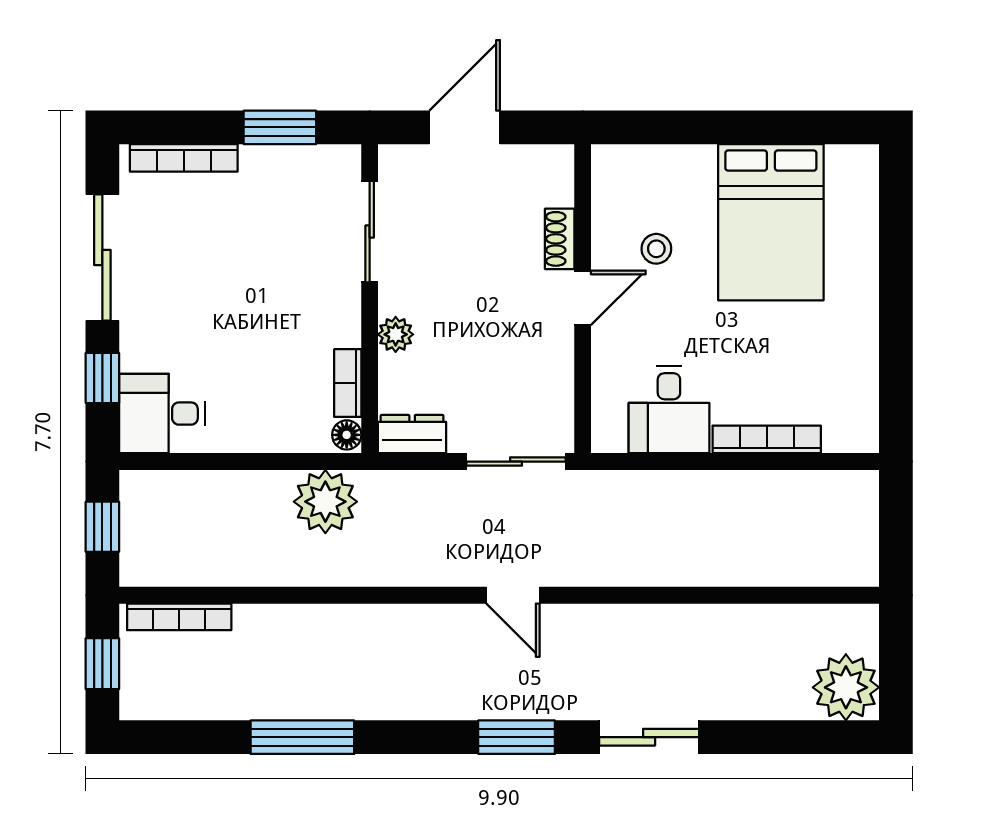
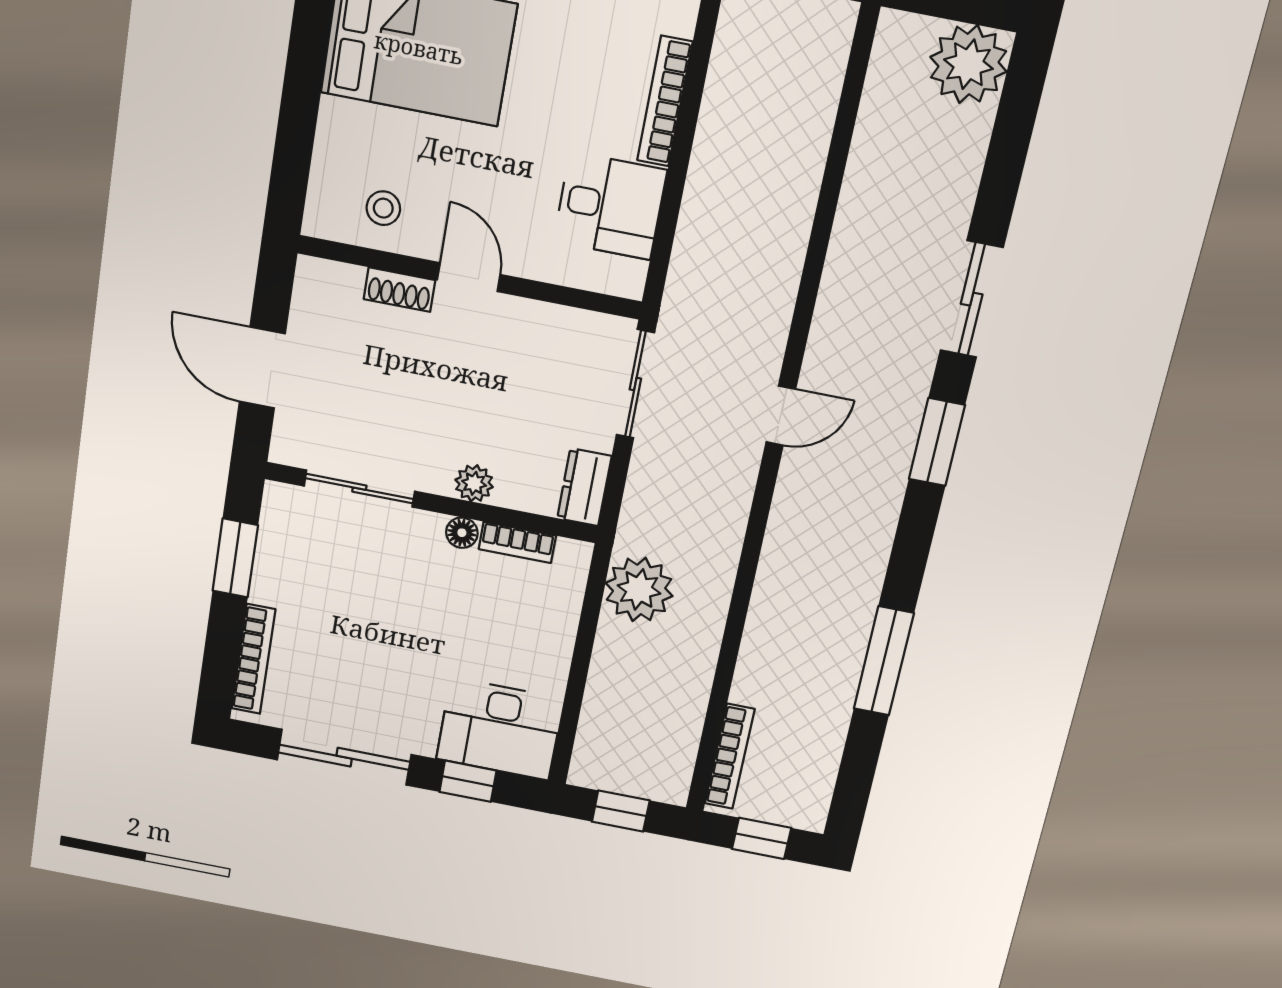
stool: (656, 249) -> (383, 208), moved
desk: (162, 414) -> (500, 729), width x1.37
floor lamp: (347, 435) -> (462, 533), moved

